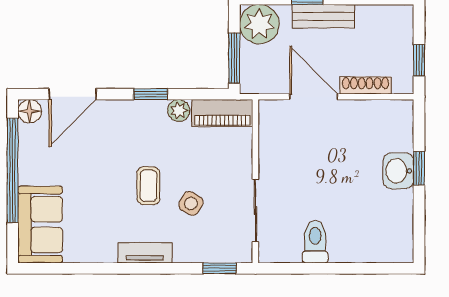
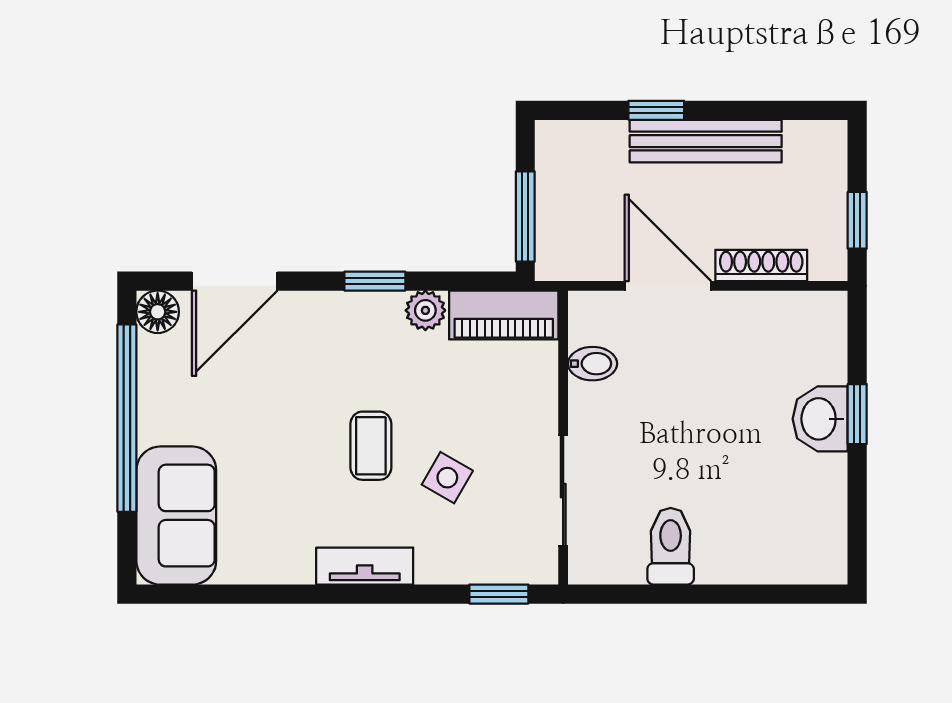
bench: (323, 16) -> (706, 141), width x1.36
plant: (259, 24) -> (570, 155), removed
bidet: (272, 140) -> (592, 364), added

